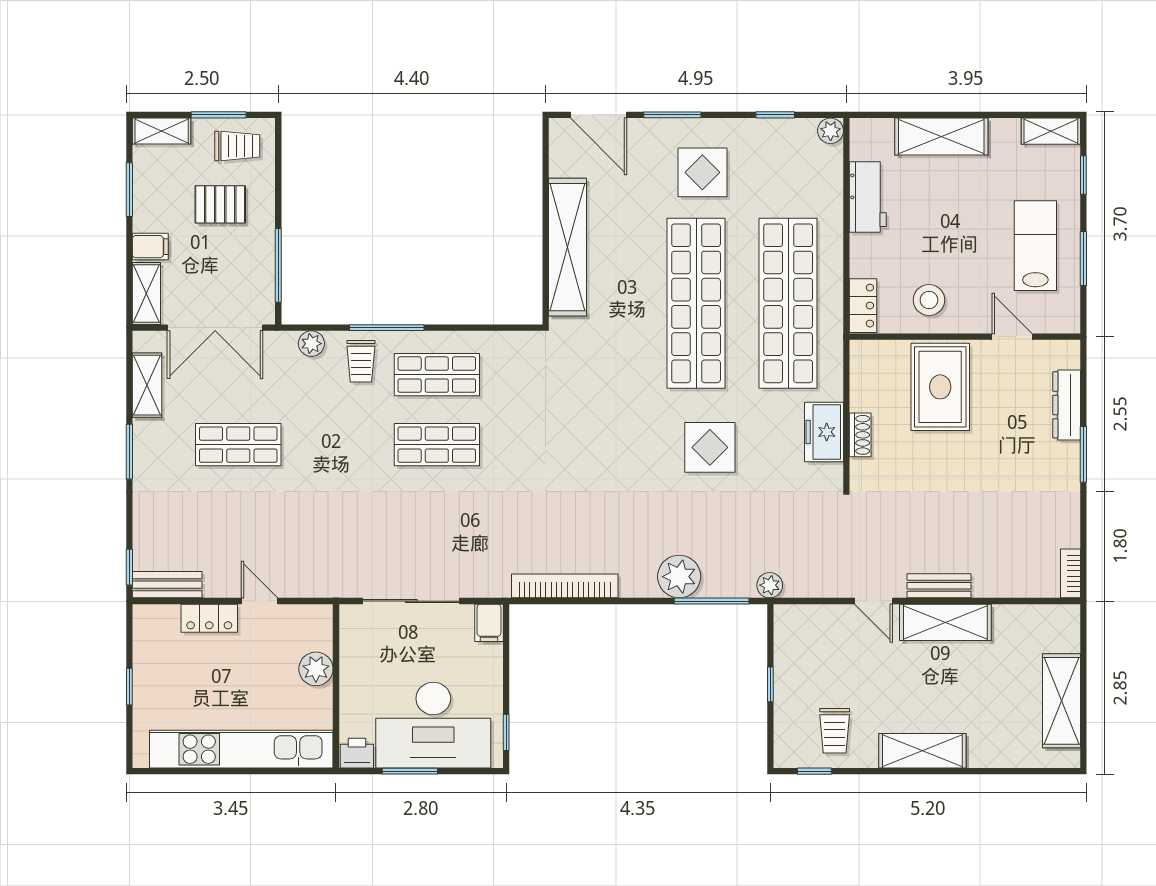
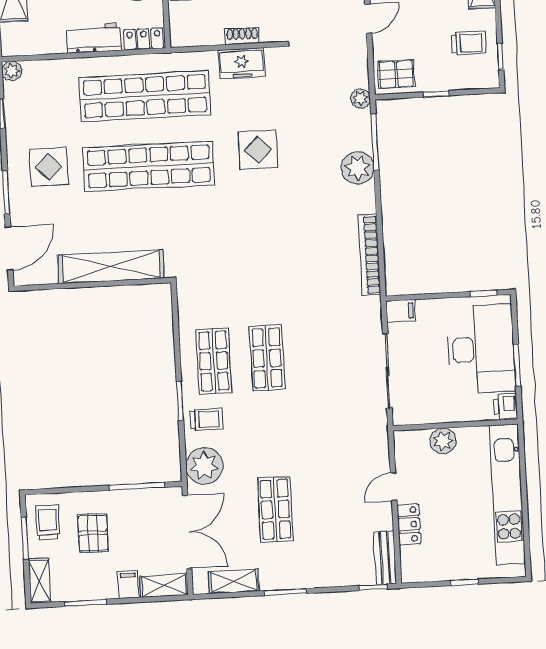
workbench: (868, 197) -> (94, 38), moved
window: (387, 328) -> (180, 401), width x0.69
plant: (311, 344) -> (204, 466), width x1.88, depth x1.88
pallet: (799, 634) -> (396, 74), added

